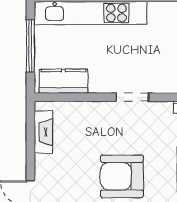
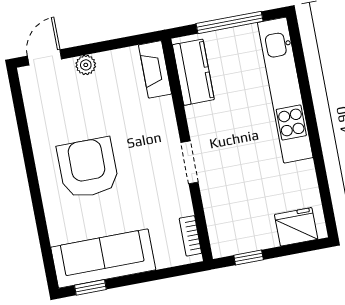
fireplace: (43, 132) -> (155, 69), moved, turned 90
plant: (42, 163) -> (86, 65), added

